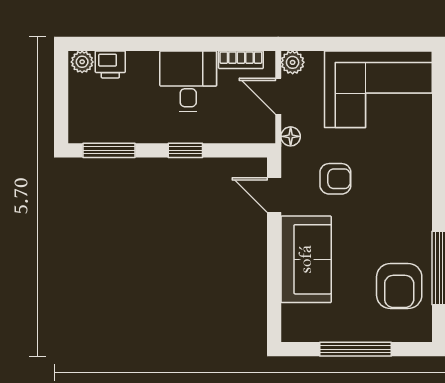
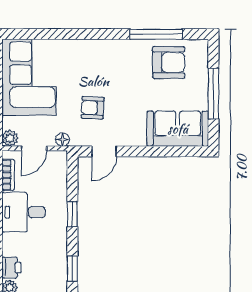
window: (109, 150) -> (72, 268), width x0.67
armchair: (335, 179) -> (93, 108), turned -87
sofa: (306, 259) -> (178, 129), moved

